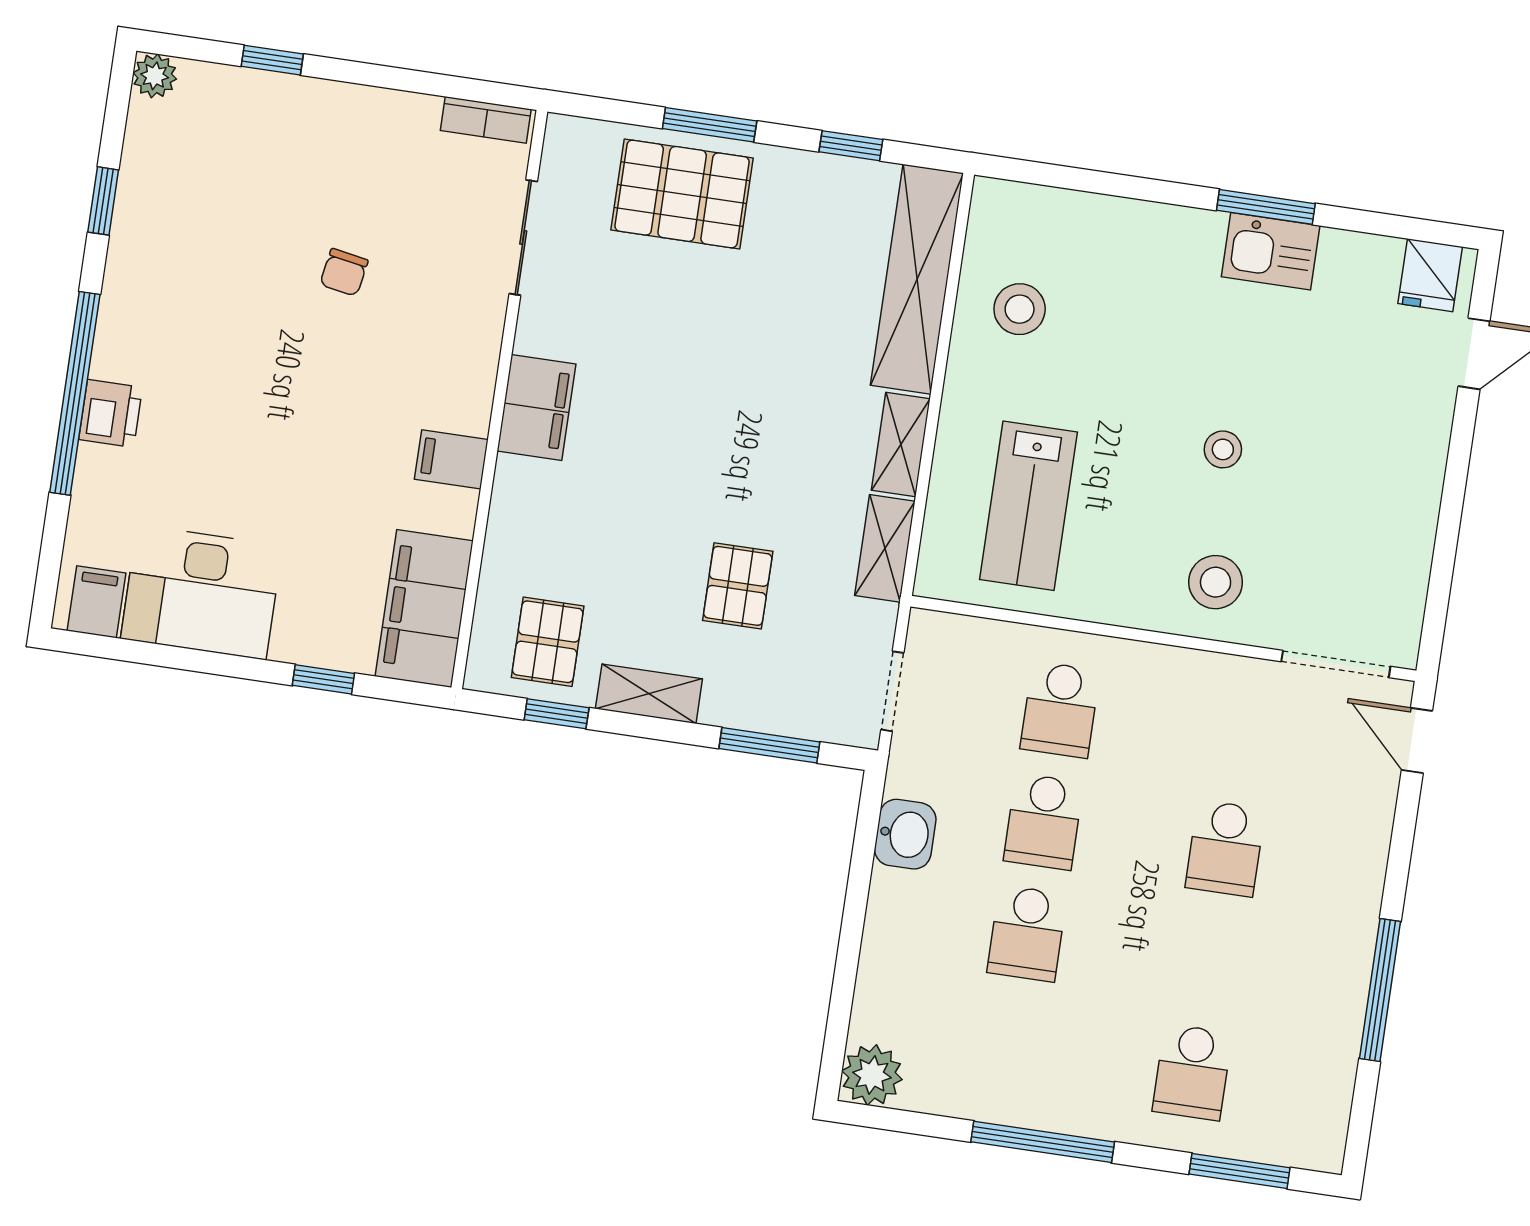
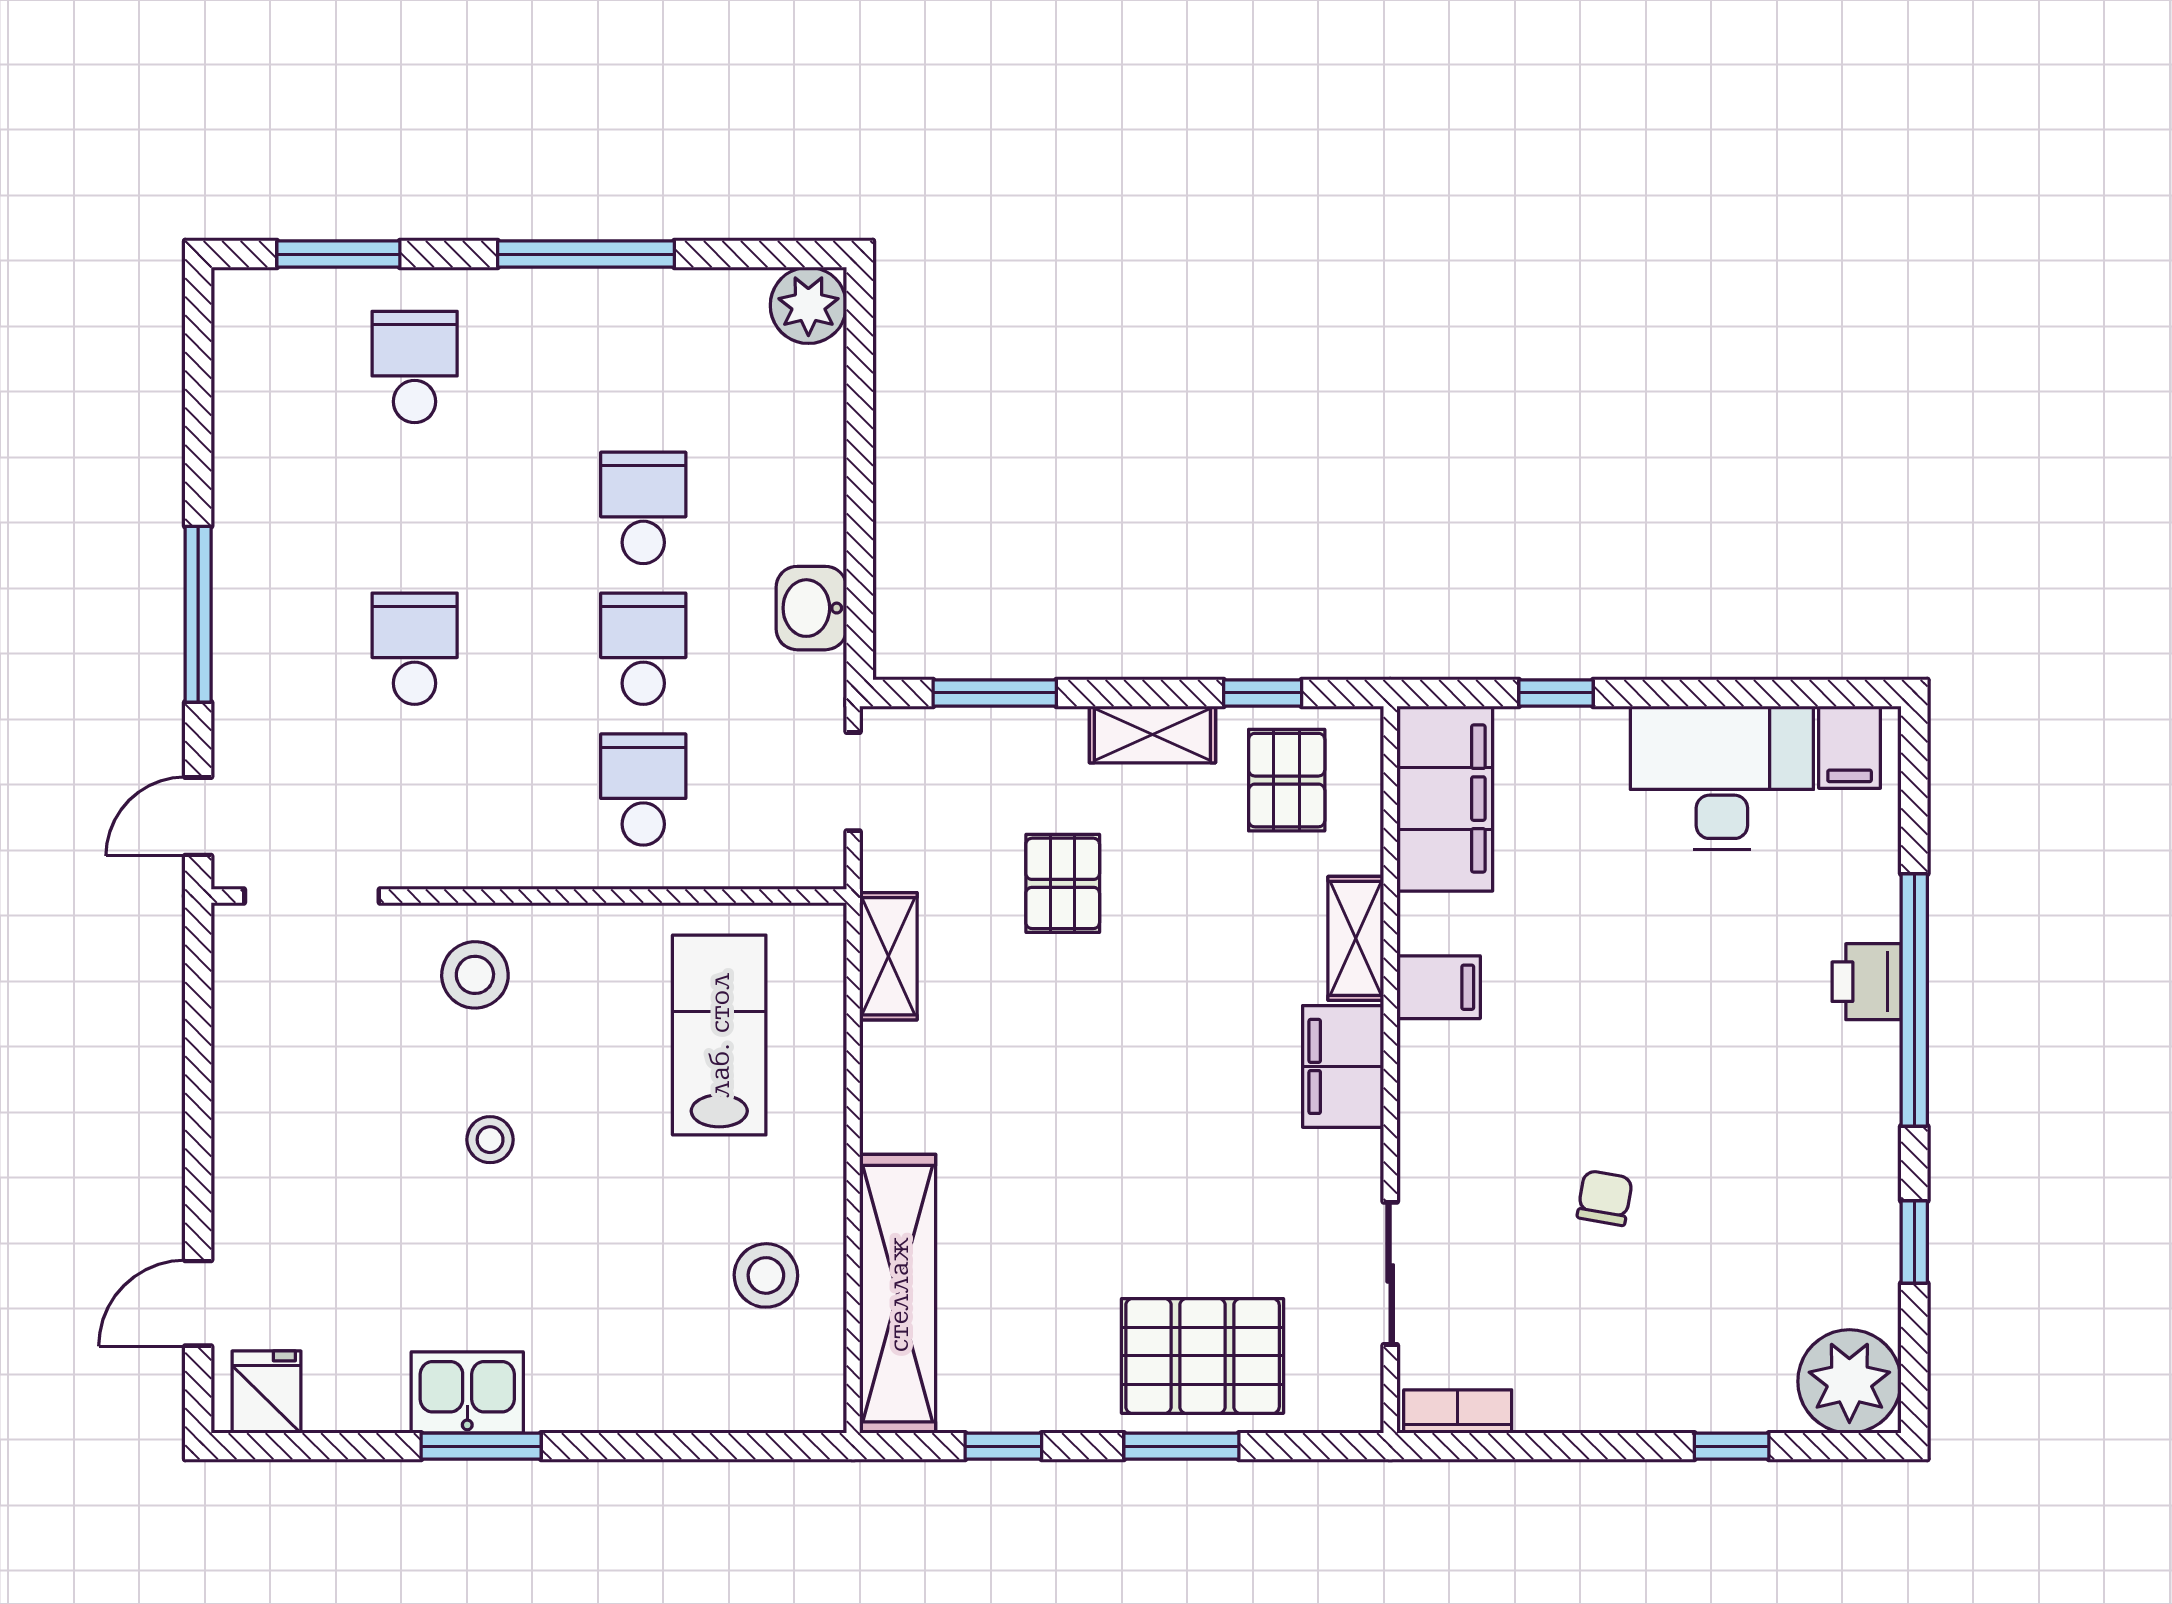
plant: (155, 76) -> (1849, 1381), width x1.88, depth x1.88
shelving: (901, 445) -> (1356, 938), moved
door: (1417, 740) -> (198, 816), swing flipped
window: (1380, 990) -> (198, 614), moved

